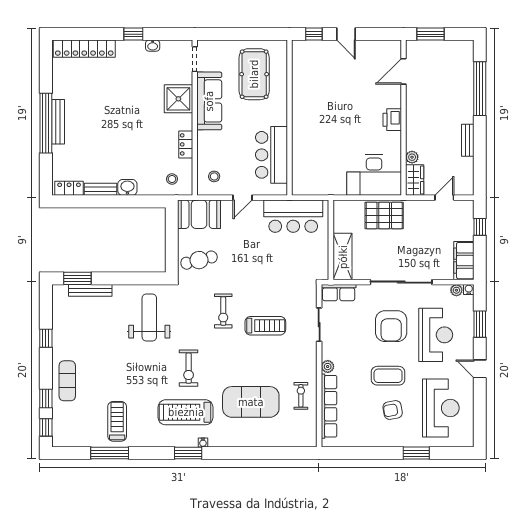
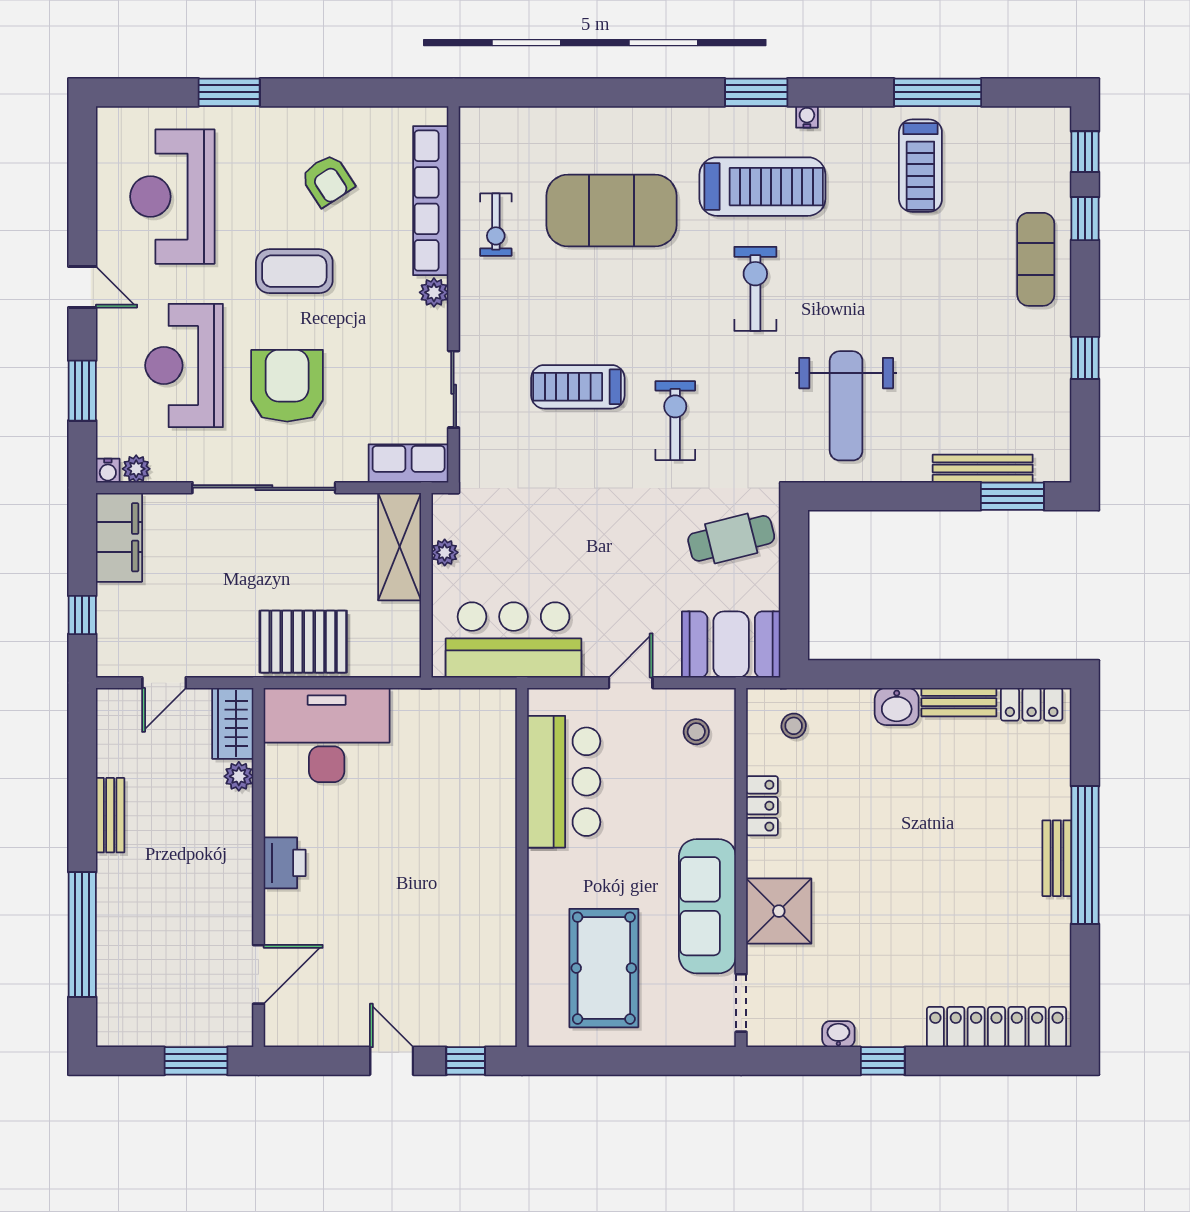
bench: (58, 122) -> (1057, 858), width x0.73
plant: (323, 254) -> (445, 552), added
armchair: (393, 410) -> (327, 180), moved, turned 67
water cooler: (203, 442) -> (807, 117), moved

